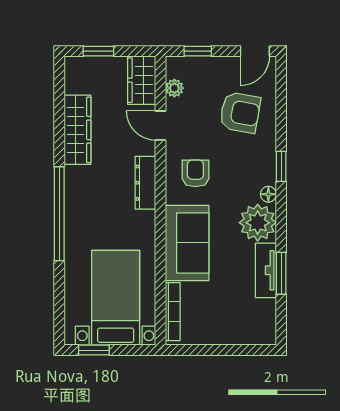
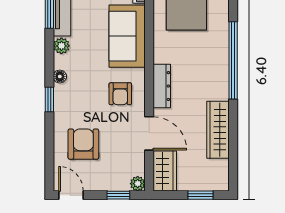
door: (255, 51) -> (71, 195), hinge flipped
plant: (174, 88) -> (138, 184), moved
armchair: (240, 113) -> (83, 144), turned 80
door: (161, 126) -> (149, 133), width x1.38
plant: (258, 223) -> (61, 46), width x0.53, depth x0.53

